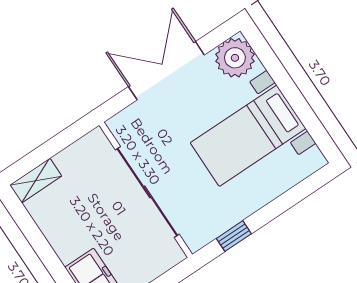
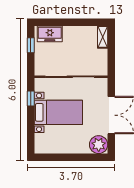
bed with nightstands: (248, 136) -> (58, 112), moved, turned 90

